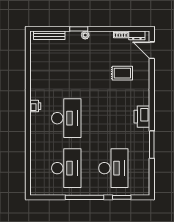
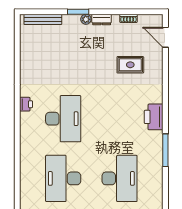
dresser: (137, 35) -> (102, 20), moved
desk: (66, 168) -> (63, 178), turned 180

